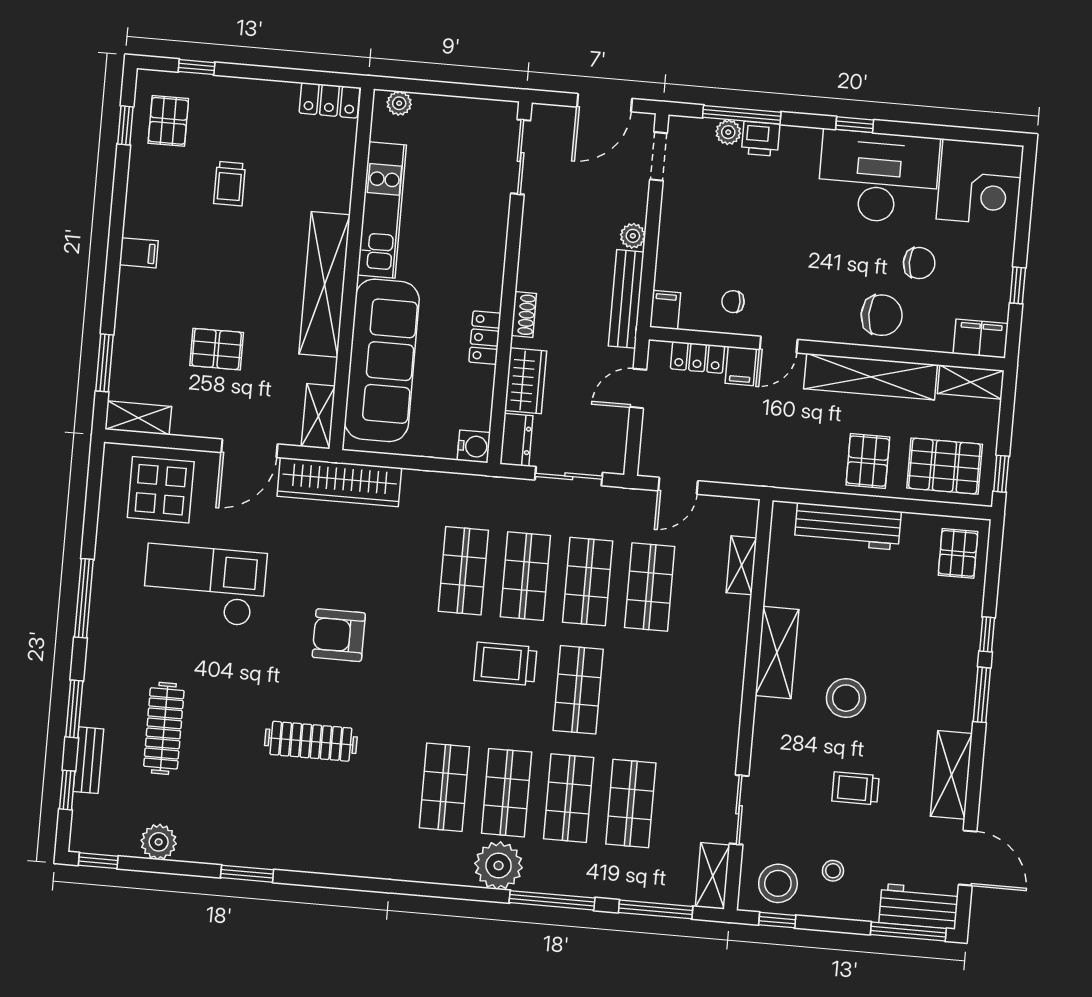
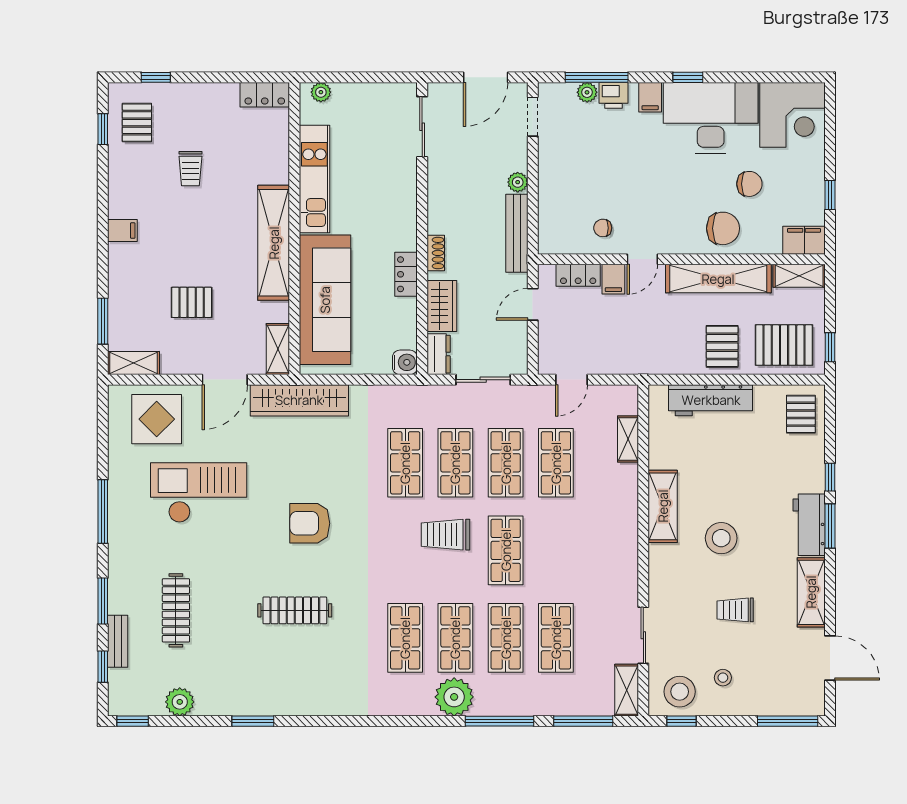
filing cabinet: (665, 310) -> (650, 97), moved, turned 180
workbench: (919, 906) -> (809, 525), moved, turned -90

